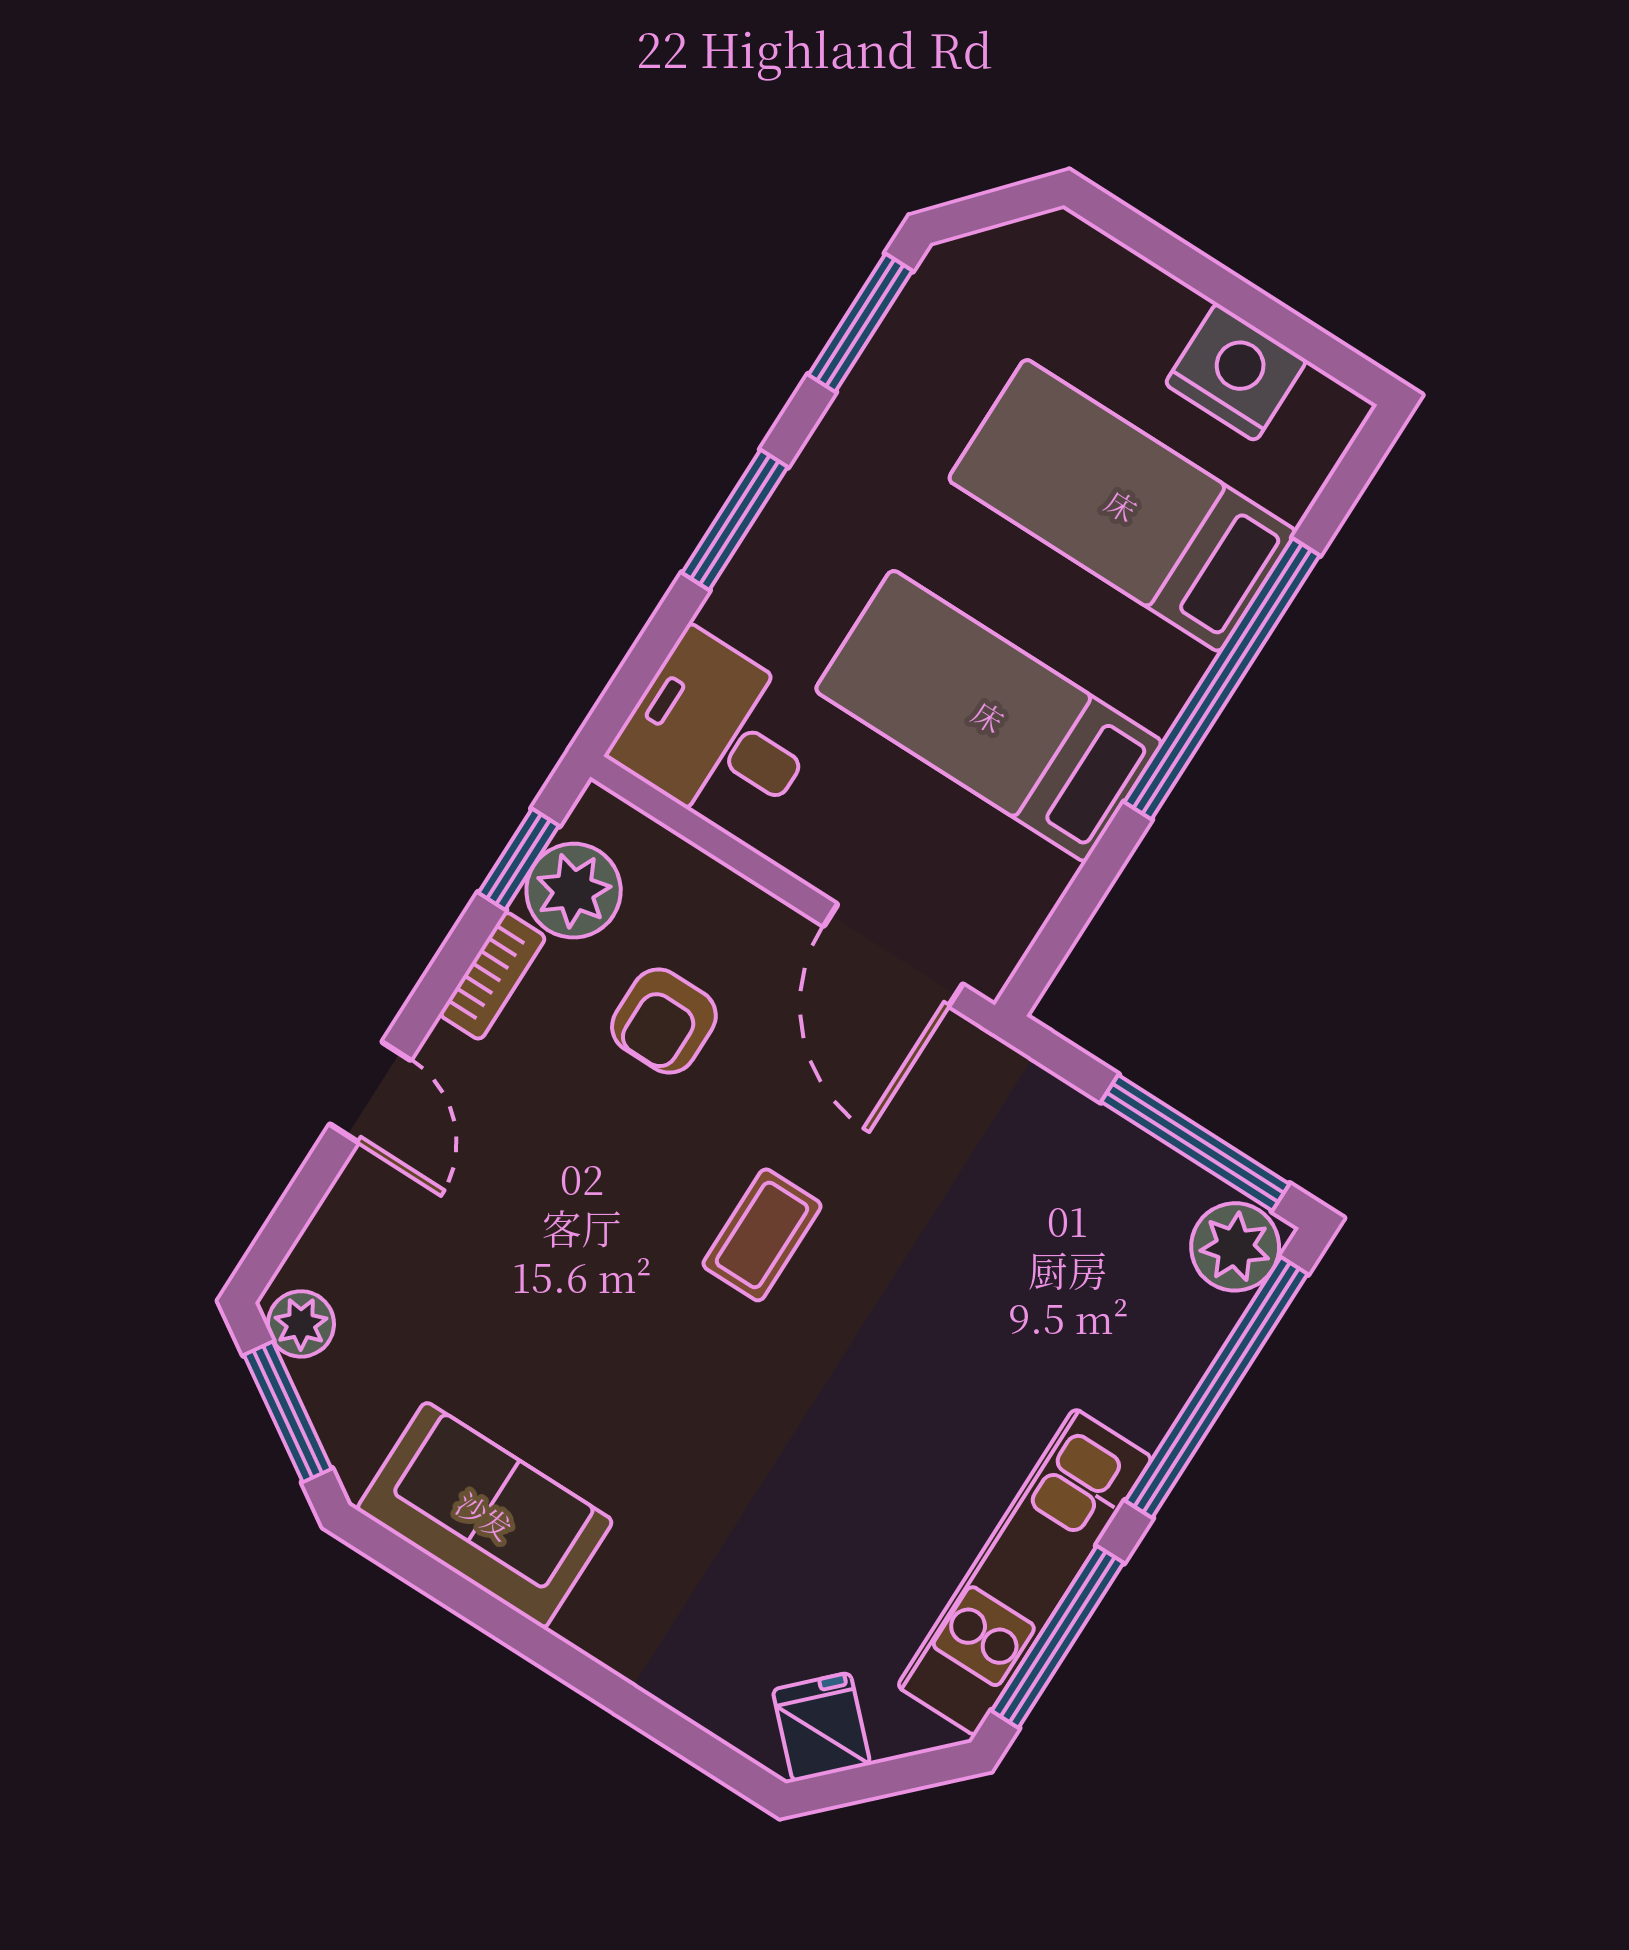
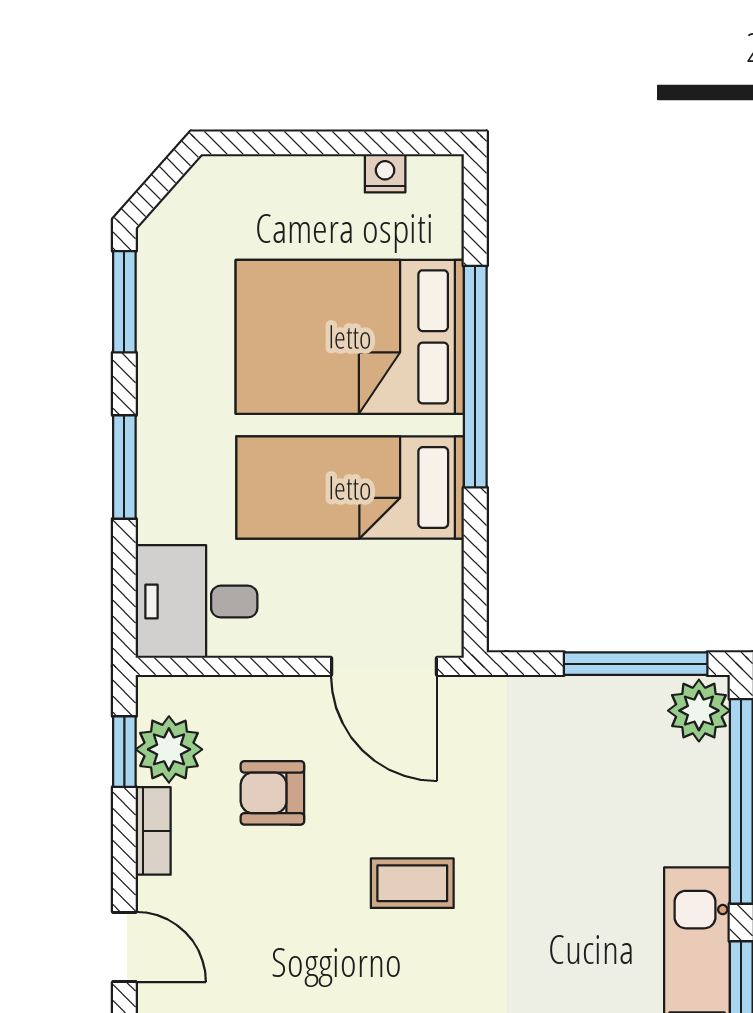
nightstand: (1236, 372) -> (385, 173), width x0.53, depth x0.56
bed: (1122, 505) -> (350, 337), width x1.50
armchair: (664, 1021) -> (272, 793), turned 90
coffee table: (762, 1235) -> (412, 883), turned 90

